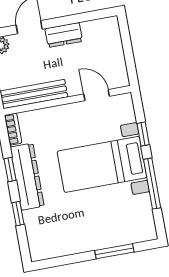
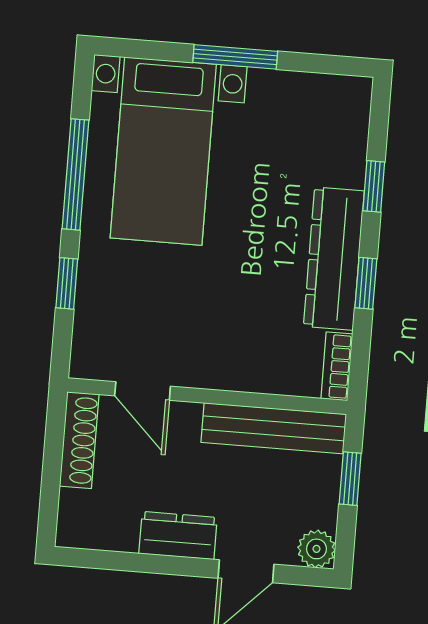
shoe rack: (119, 66) -> (79, 440), added
bed with nightstands: (102, 164) -> (163, 151), moved, turned 90
window: (114, 251) -> (235, 57), moved

